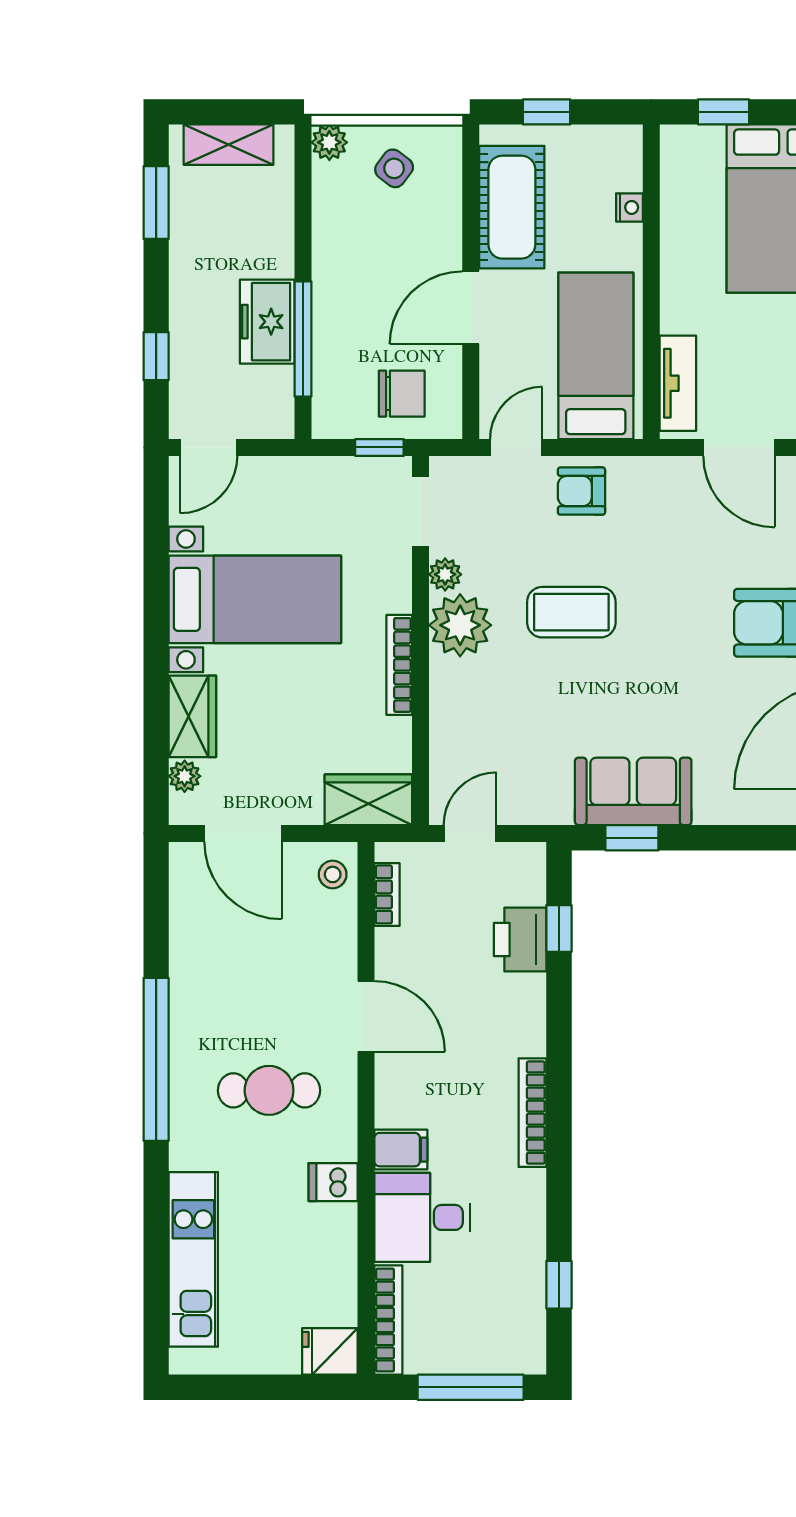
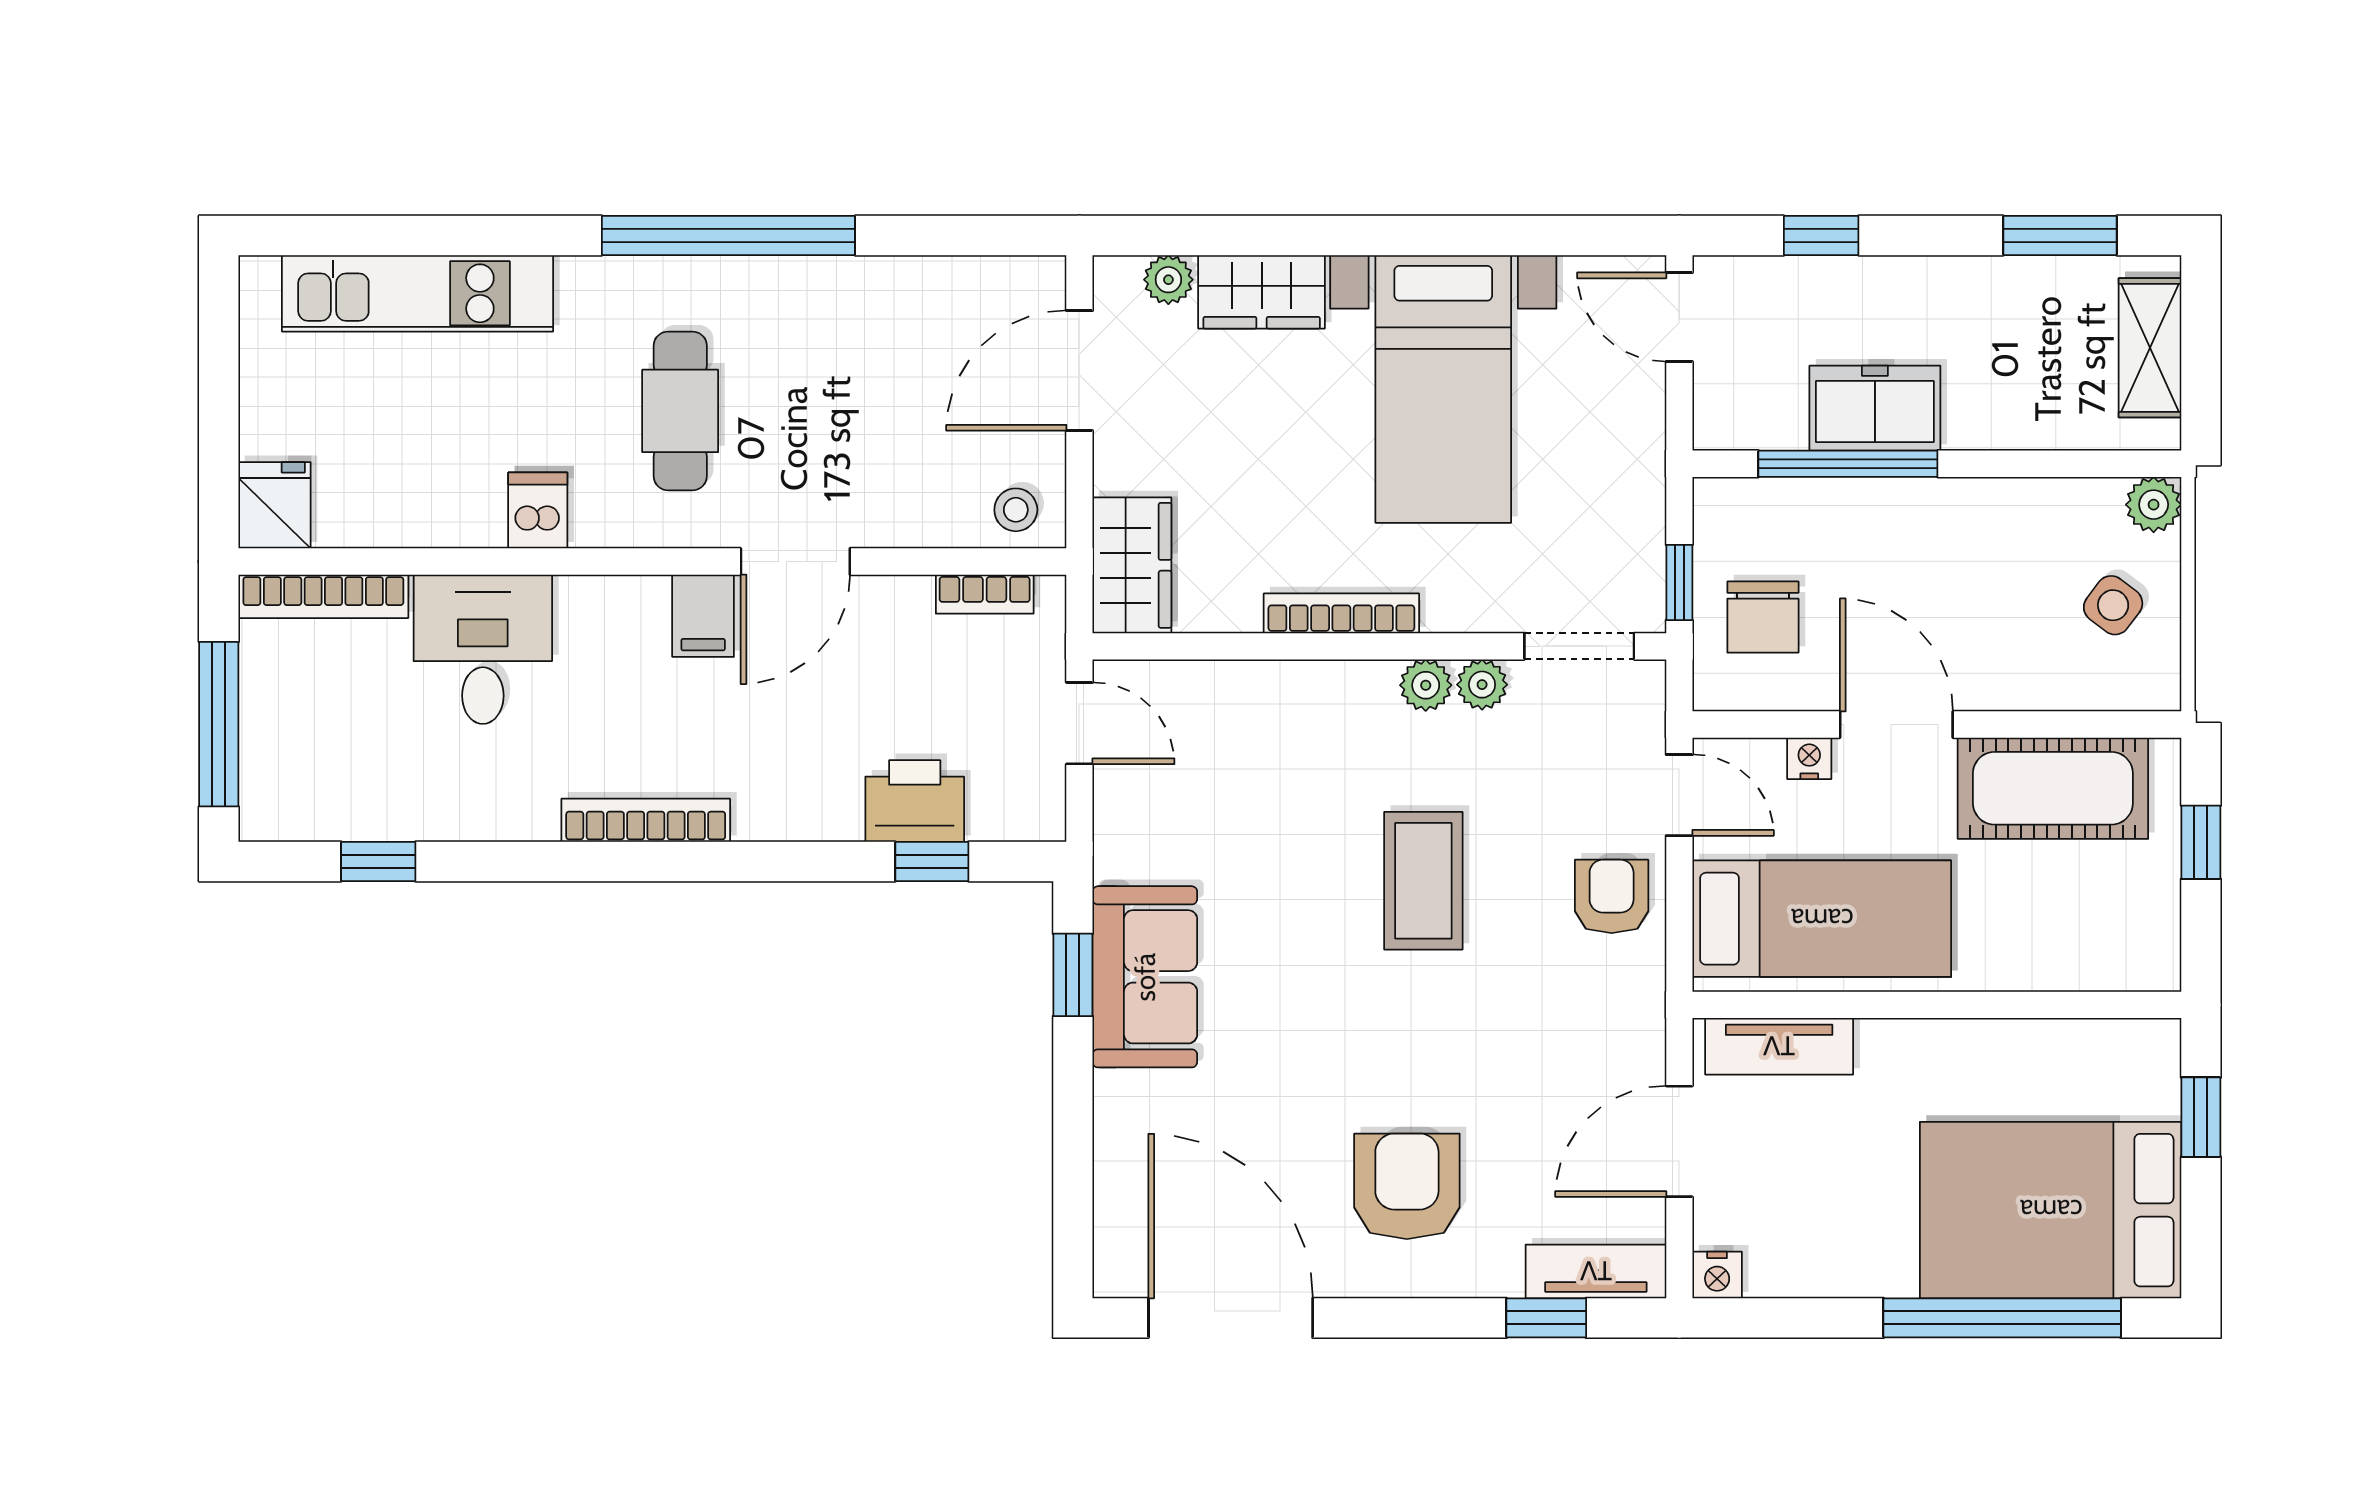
nightstand: (629, 207) -> (1809, 758), moved, turned 180
plant: (460, 625) -> (1426, 685), width x0.53, depth x0.53
filing cabinet: (401, 1150) -> (703, 616), moved

